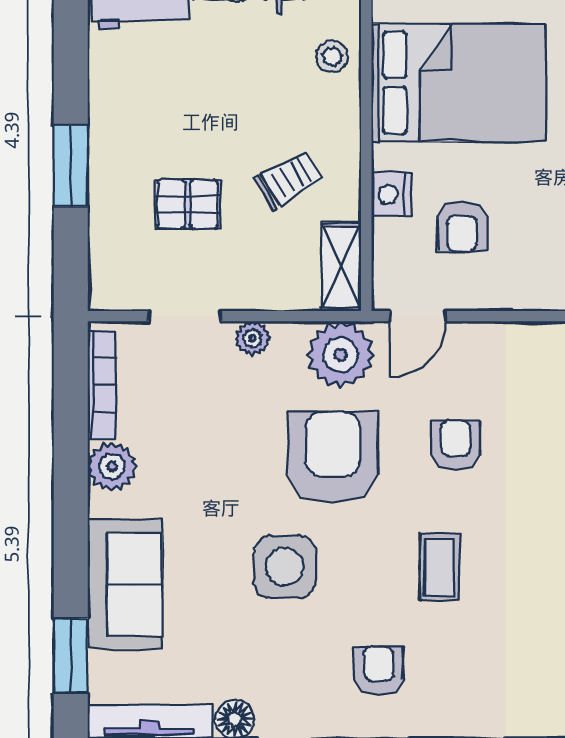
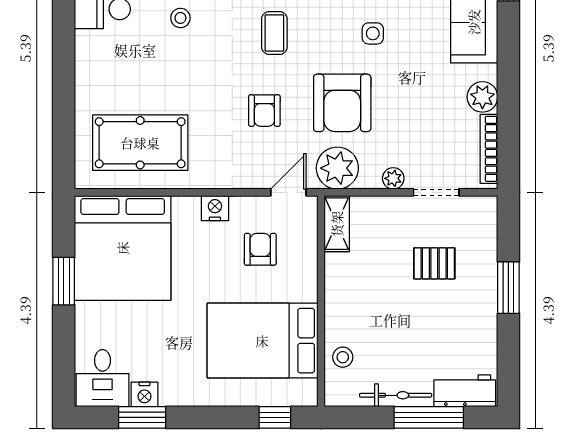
trolley: (289, 179) -> (370, 279), removed
nightstand: (391, 194) -> (215, 208), moved, turned -90
side table: (285, 567) -> (373, 33), width x0.54, depth x0.54

